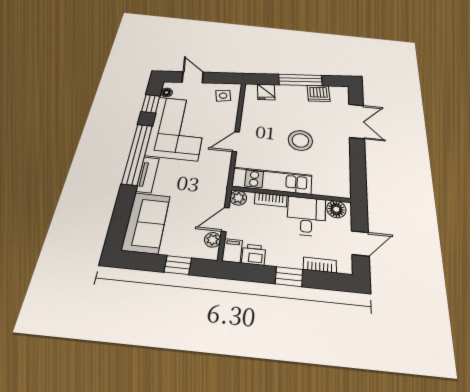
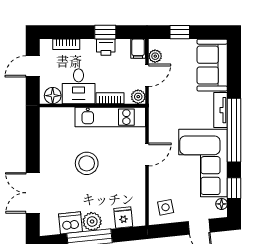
plant: (297, 92) -> (92, 222), added
printer: (254, 255) -> (106, 47), moved
window: (289, 277) -> (105, 32), moved

